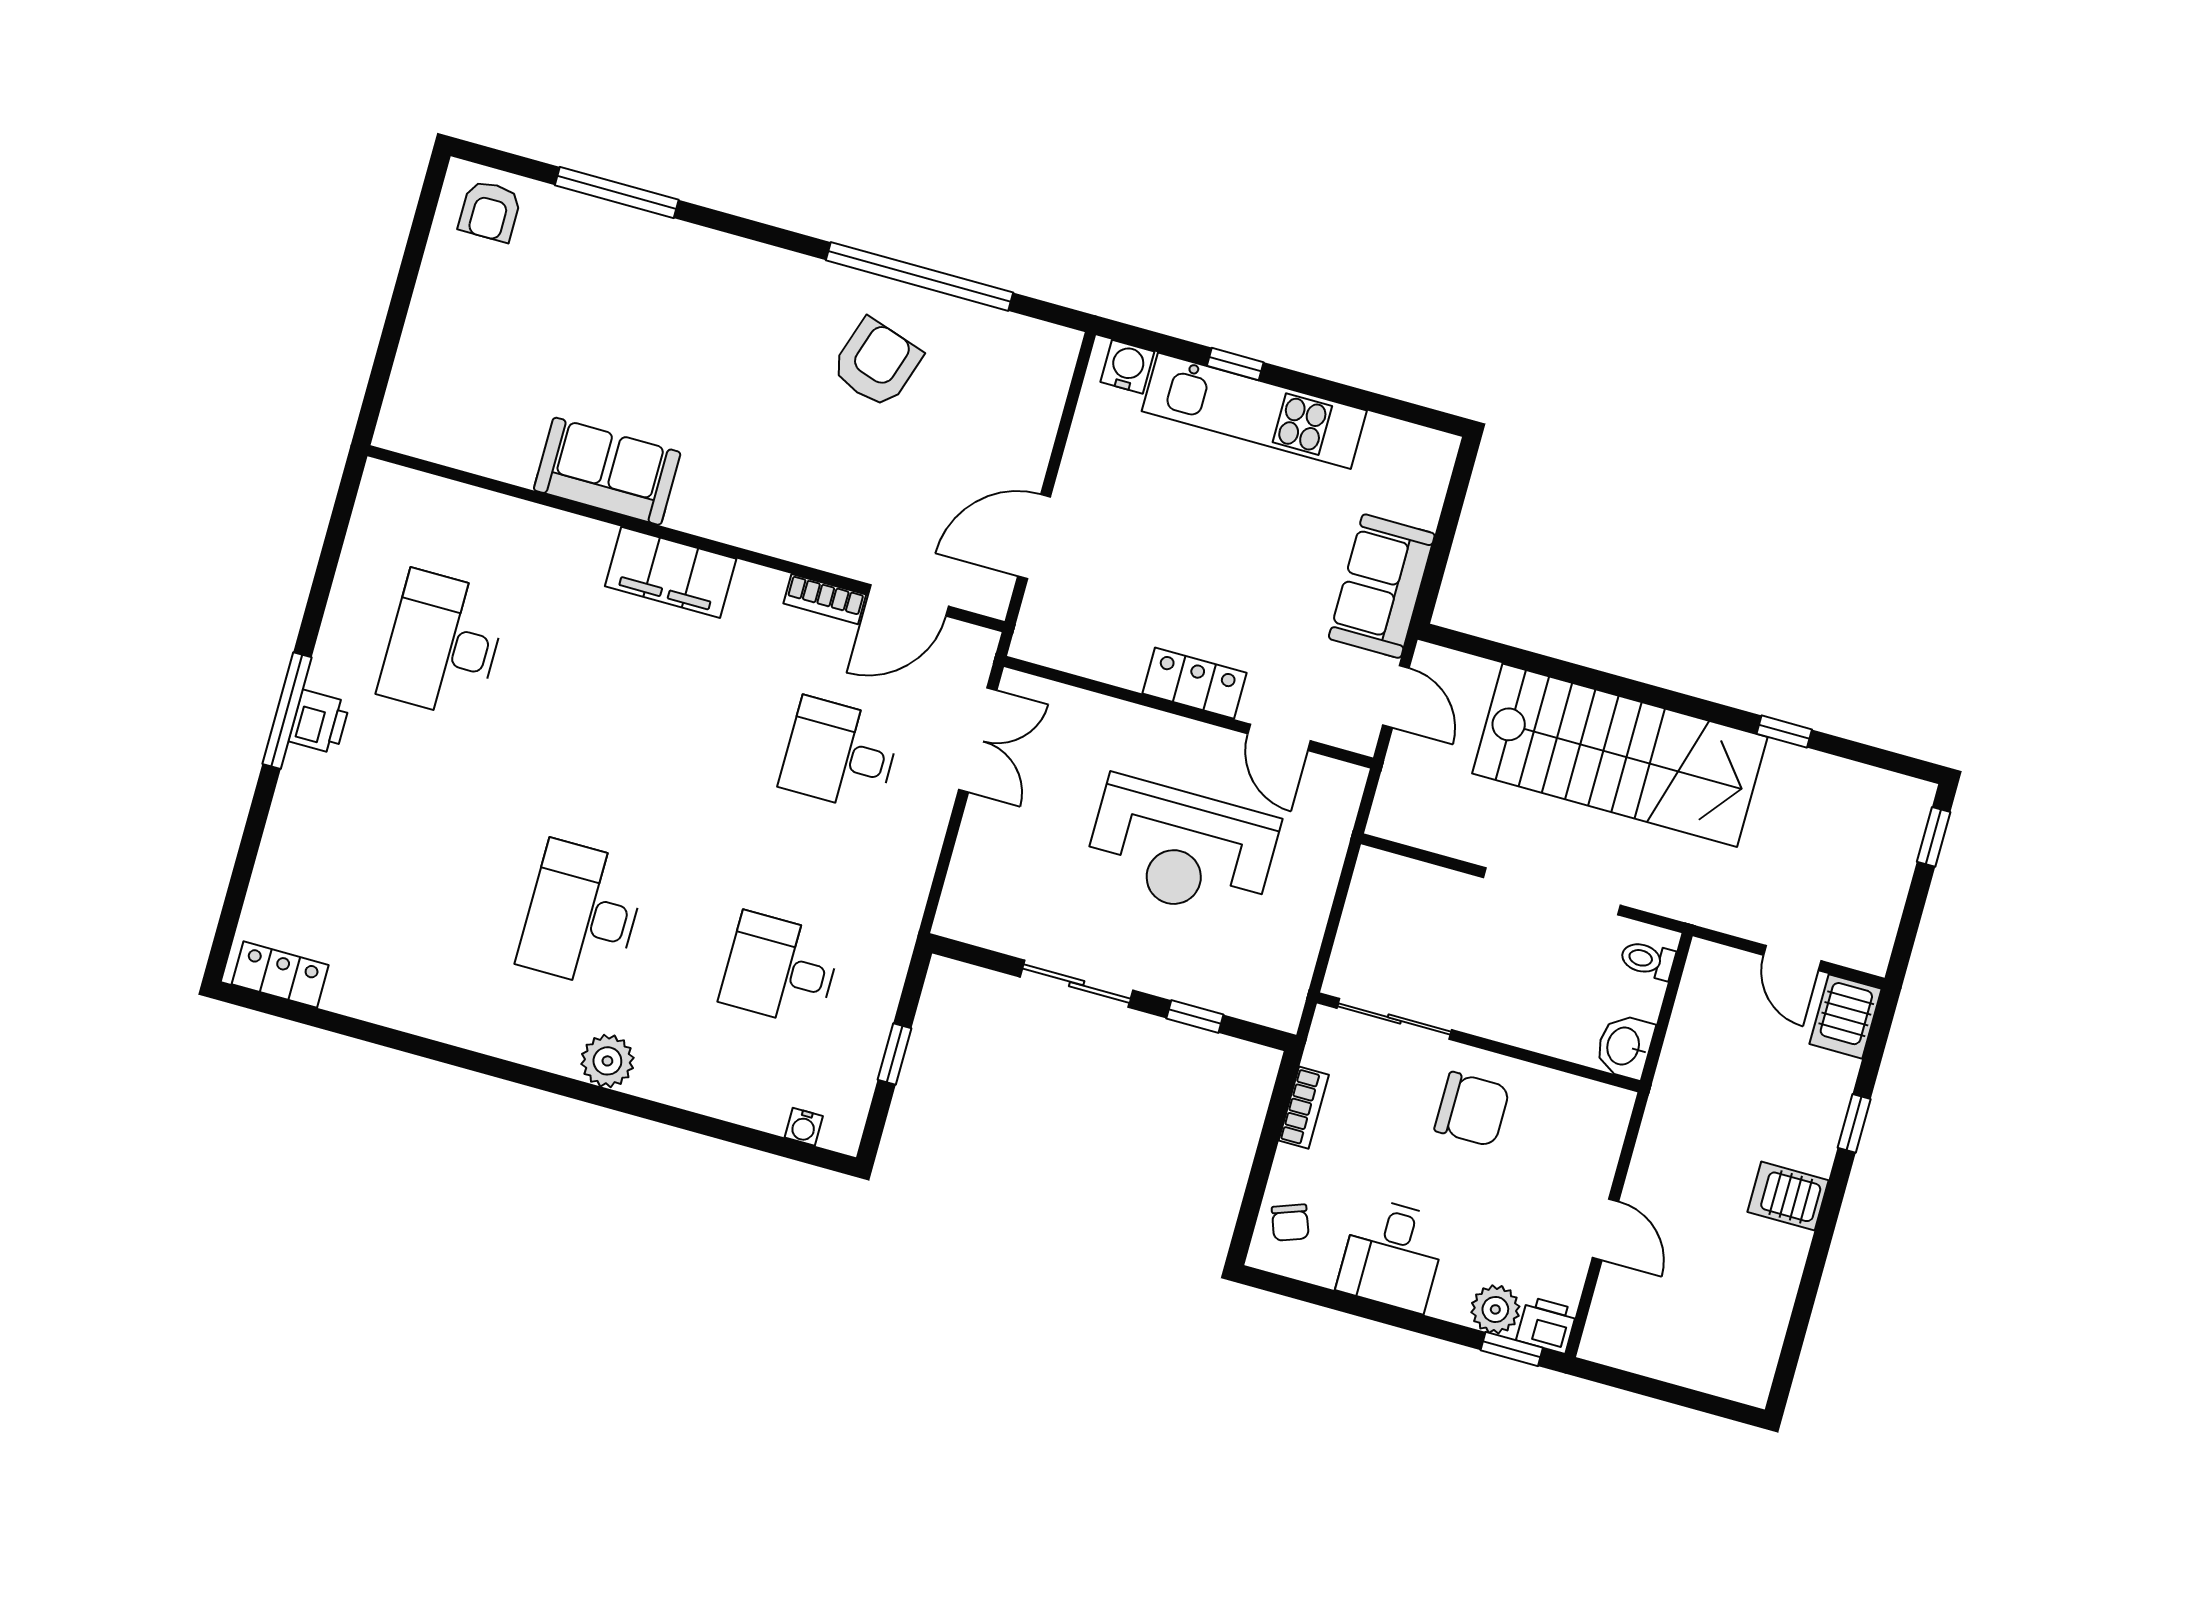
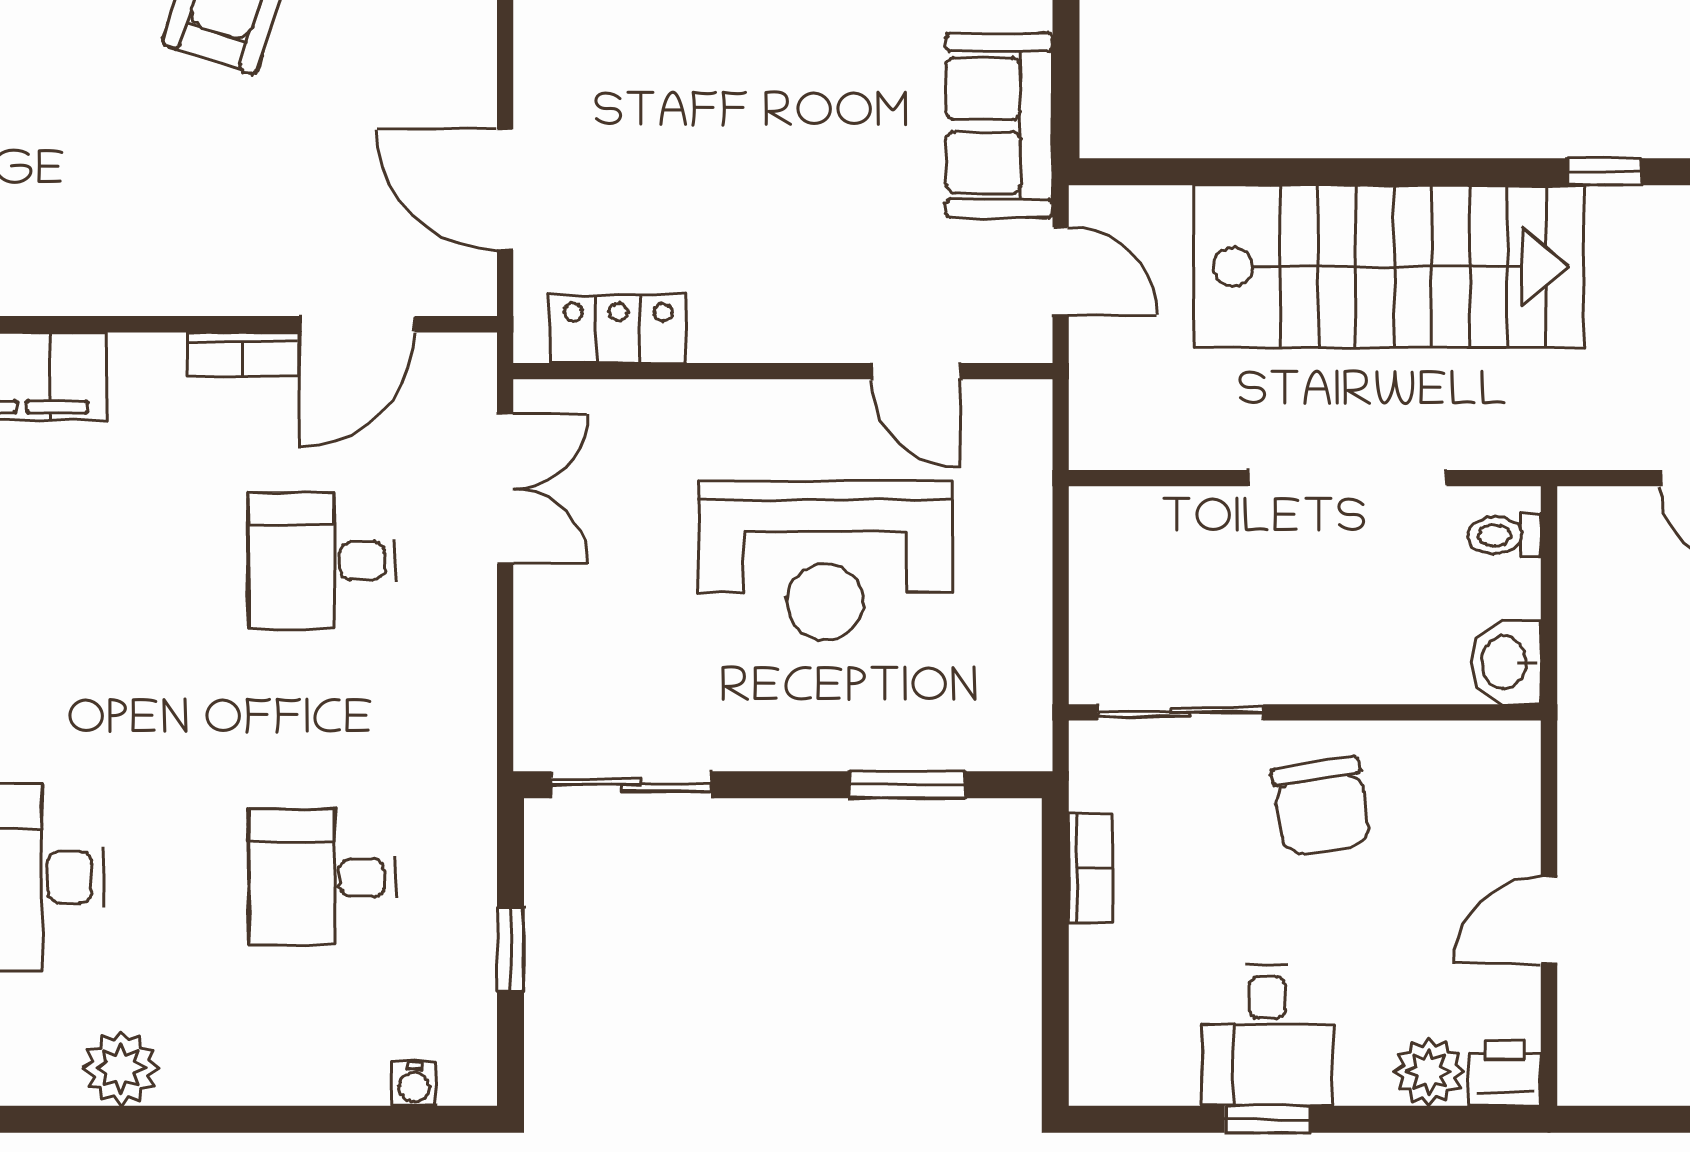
door: (1034, 537) -> (505, 190), hinge flipped
locker: (1194, 683) -> (618, 329), moved
sliding door: (1077, 984) -> (631, 785), moved
window: (1195, 1016) -> (907, 785), width x1.50
chair: (1472, 1109) -> (1321, 806), turned 81
chair: (1290, 1223) -> (1115, 1030), removed
door: (1605, 1229) -> (1549, 920), swing flipped
window: (1512, 1349) -> (1267, 1119), moved

